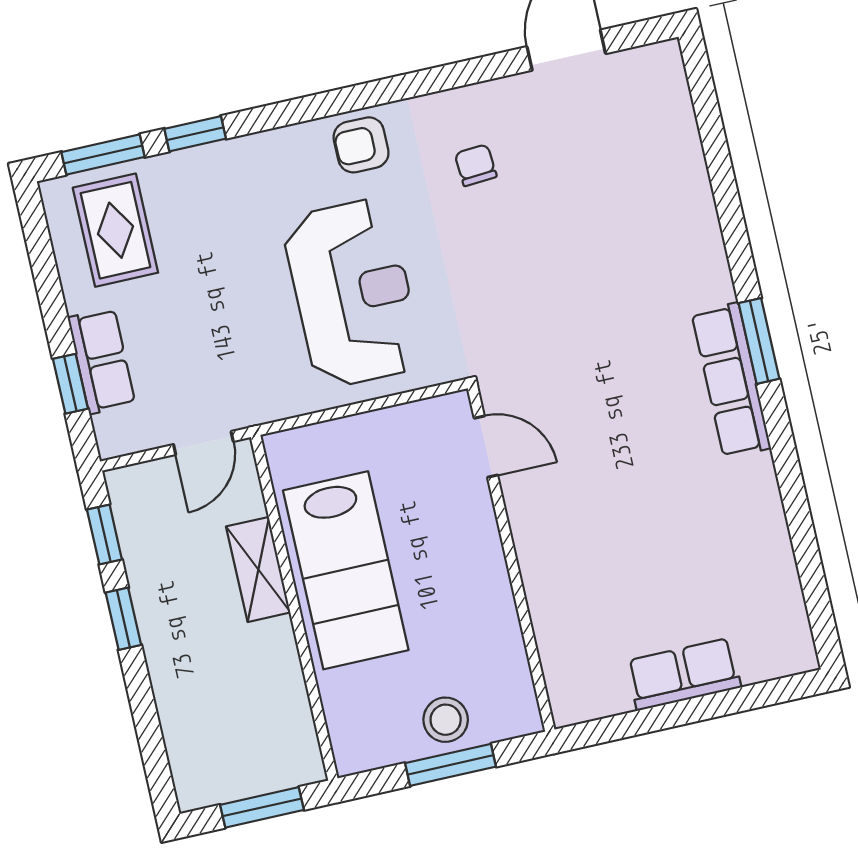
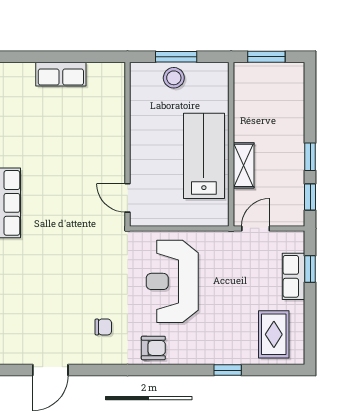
window: (103, 155) -> (272, 370), removed
chair: (476, 165) -> (103, 327), turned -86

